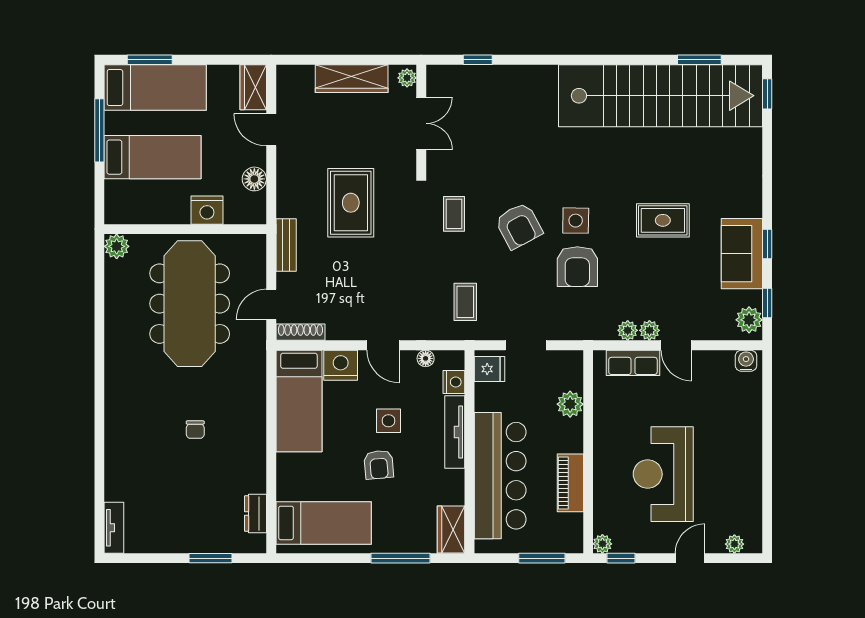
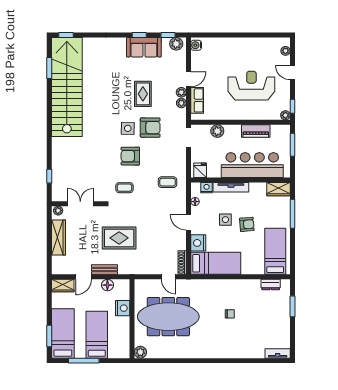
rug: (663, 220) -> (143, 94), moved
armchair: (519, 226) -> (130, 156), turned -152
bench: (286, 245) -> (104, 270), moved
door: (383, 345) -> (189, 222), swing flipped
doorway: (526, 345) -> (189, 138), moved
reception desk: (663, 474) -> (251, 86), turned 180

